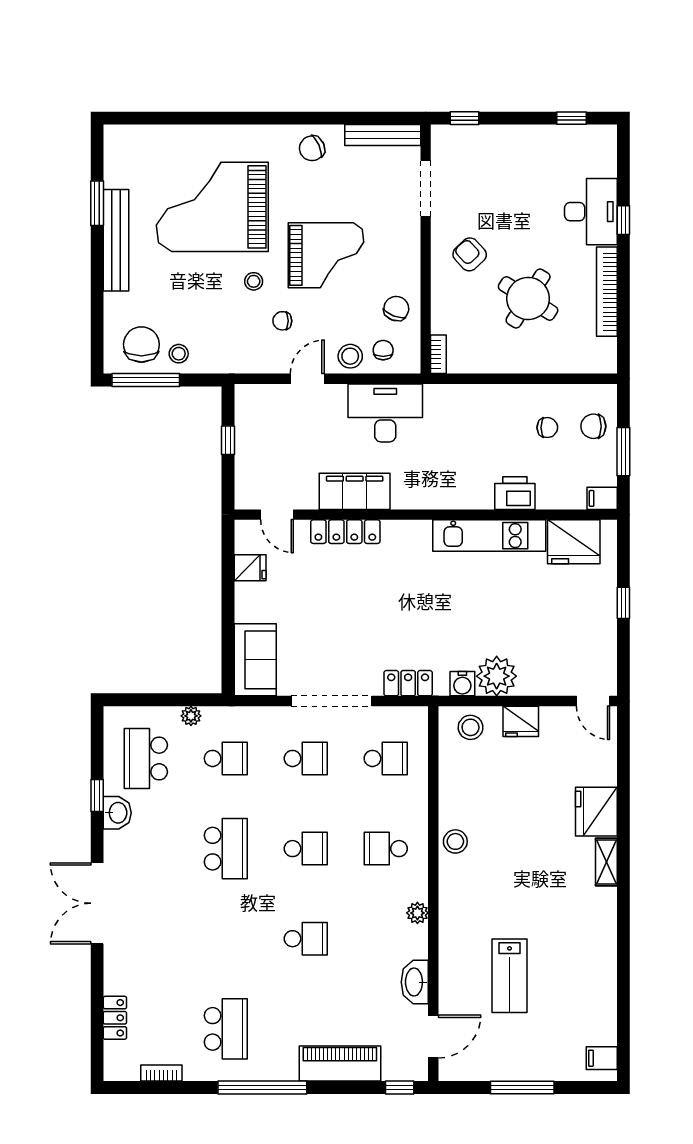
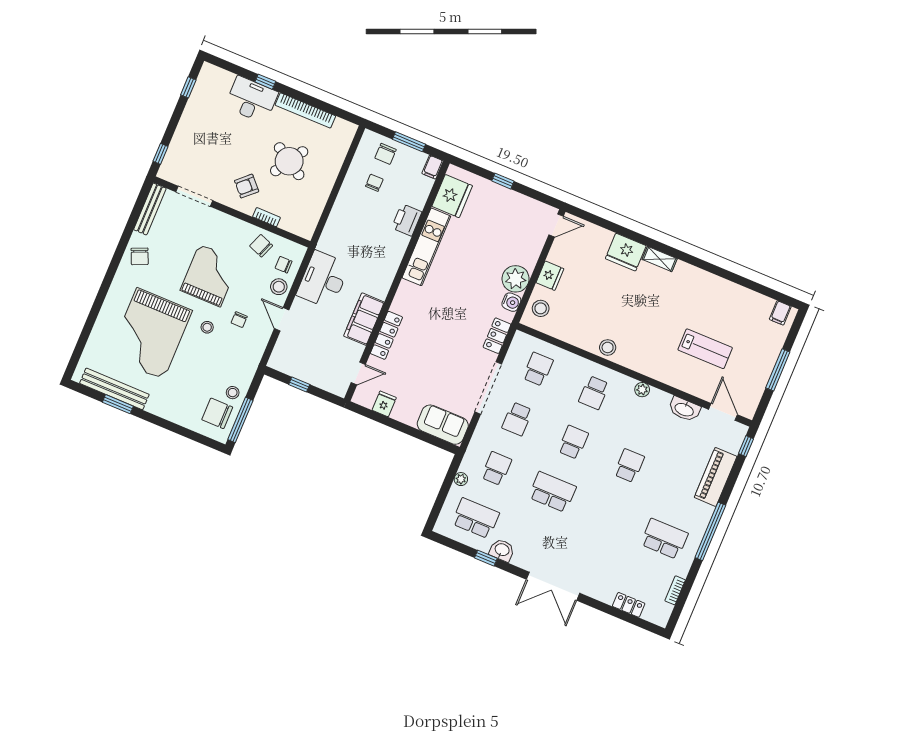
bench: (116, 240) -> (114, 389), moved
bookcase: (438, 354) -> (267, 217), moved
school desk: (146, 758) -> (476, 518), turned 180
school desk: (306, 758) -> (517, 419), turned 180

